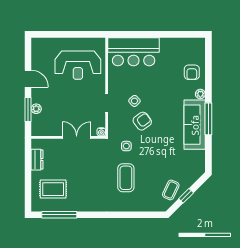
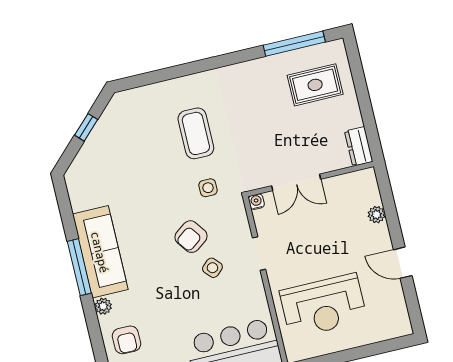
reception desk: (78, 65) -> (323, 306), turned 180
armchair: (192, 72) -> (126, 340), turned 180
window: (28, 110) -> (390, 210), removed
dresser: (37, 160) -> (359, 146), moved
coffee table: (171, 190) -> (115, 131), removed

